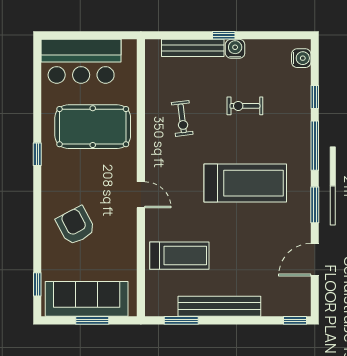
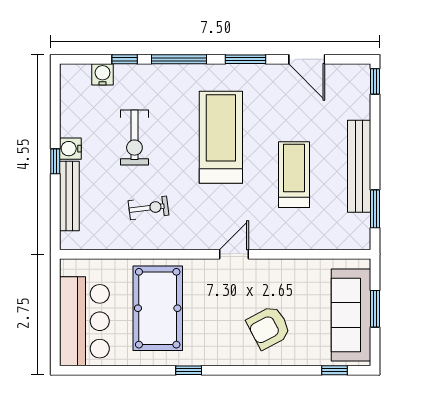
water cooler: (301, 58) -> (103, 74), moved
exercise bike: (245, 106) -> (134, 138), width x1.38, depth x1.39
treadmill: (179, 256) -> (294, 175), moved

